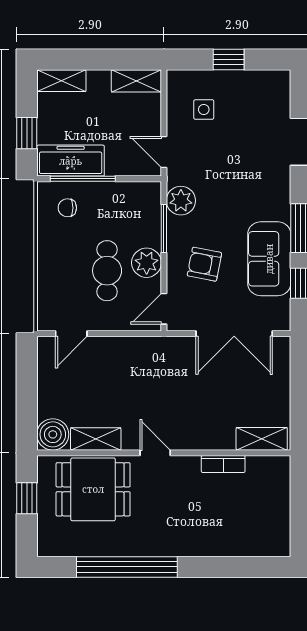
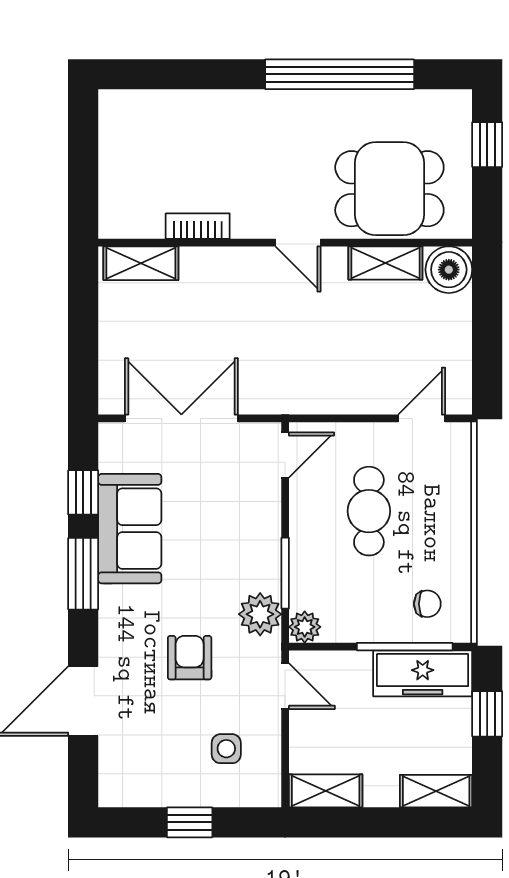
plant: (147, 263) -> (305, 627), moved, width x0.73, depth x0.73
armchair: (204, 264) -> (190, 658), moved, turned -101
window: (27, 498) -> (487, 145), moved

